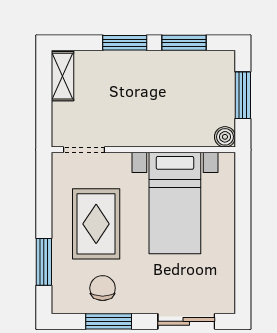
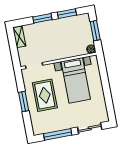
window: (44, 262) -> (24, 101), moved
chair: (103, 288) -> (53, 121), removed
window: (109, 321) -> (58, 134), width x1.44

